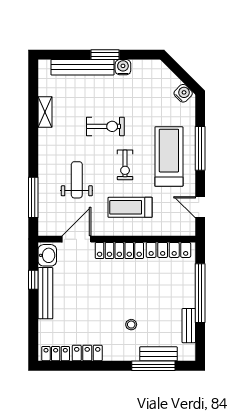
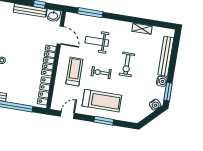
window: (105, 55) -> (168, 92), moved
water cooler: (183, 93) -> (155, 105), moved
window: (200, 148) -> (104, 121), width x0.69
weight bench: (77, 180) -> (97, 41), turned 180

